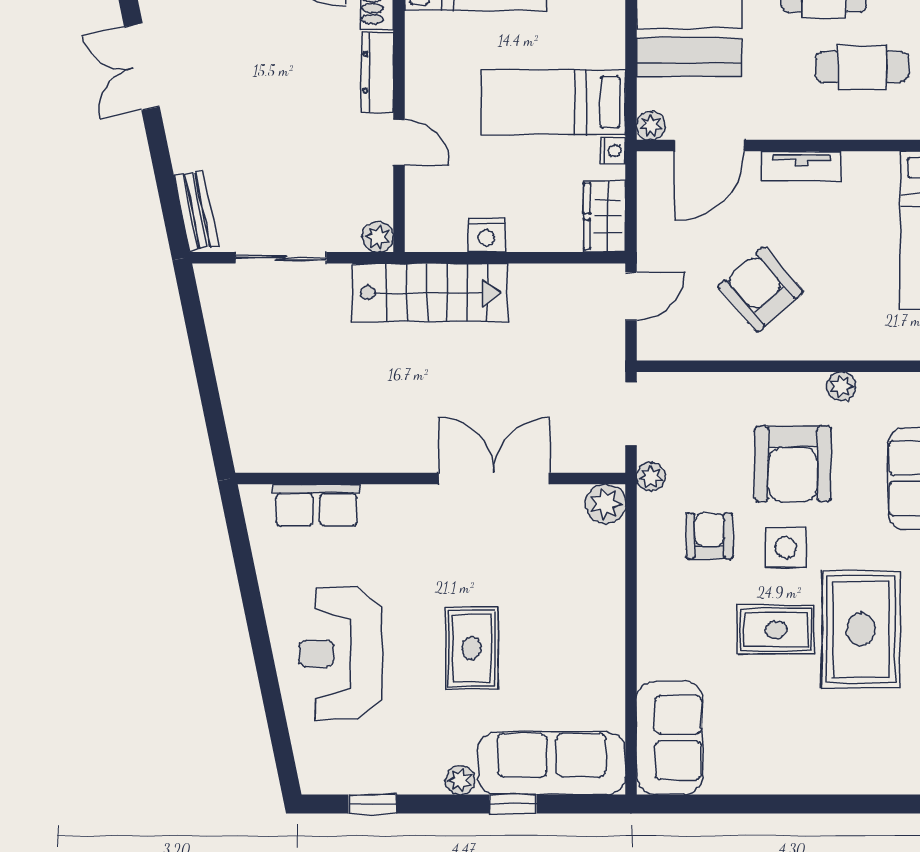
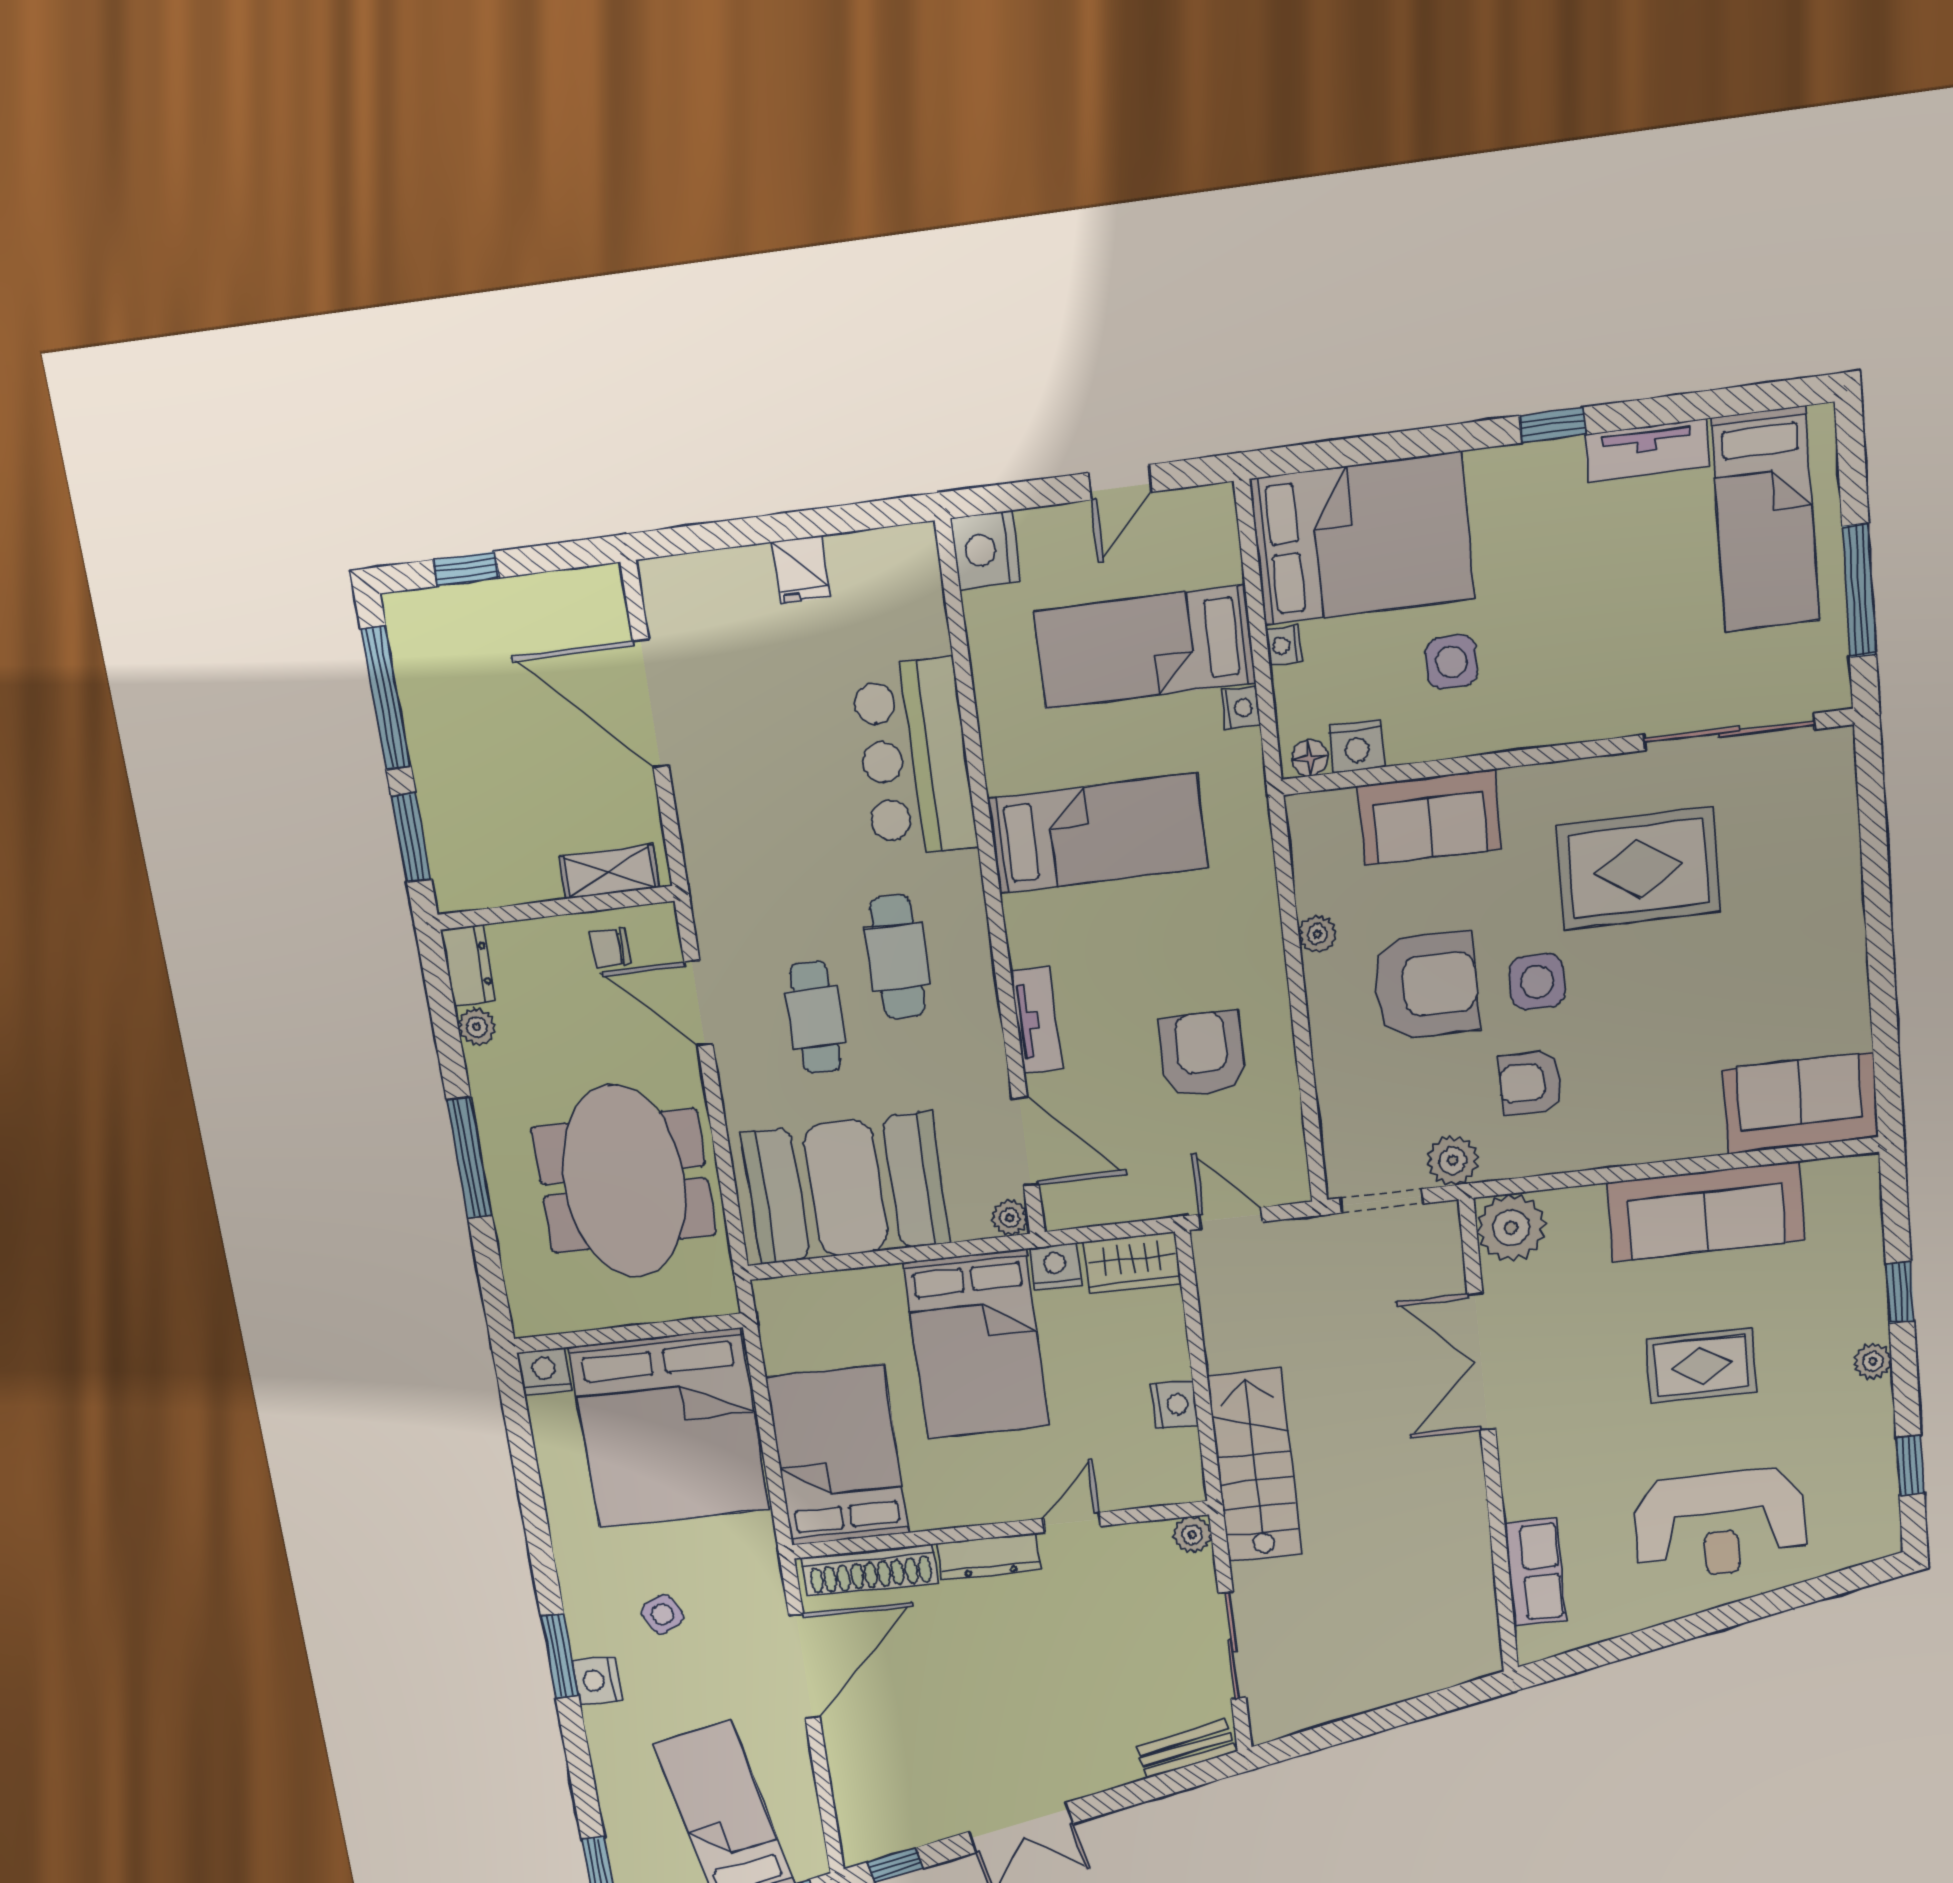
bed: (553, 102) -> (976, 1344), width x1.50
nightstand: (613, 151) -> (1055, 1266), width x1.39, depth x1.35
armchair: (761, 289) -> (1203, 1054), turned 131
plant: (651, 477) -> (1453, 1160), width x1.38, depth x1.38
plant: (606, 504) -> (1511, 1228), width x1.36, depth x1.36
rug: (776, 630) -> (1647, 981), removed
sofa: (552, 763) -> (1706, 1211), moved, turned -90

